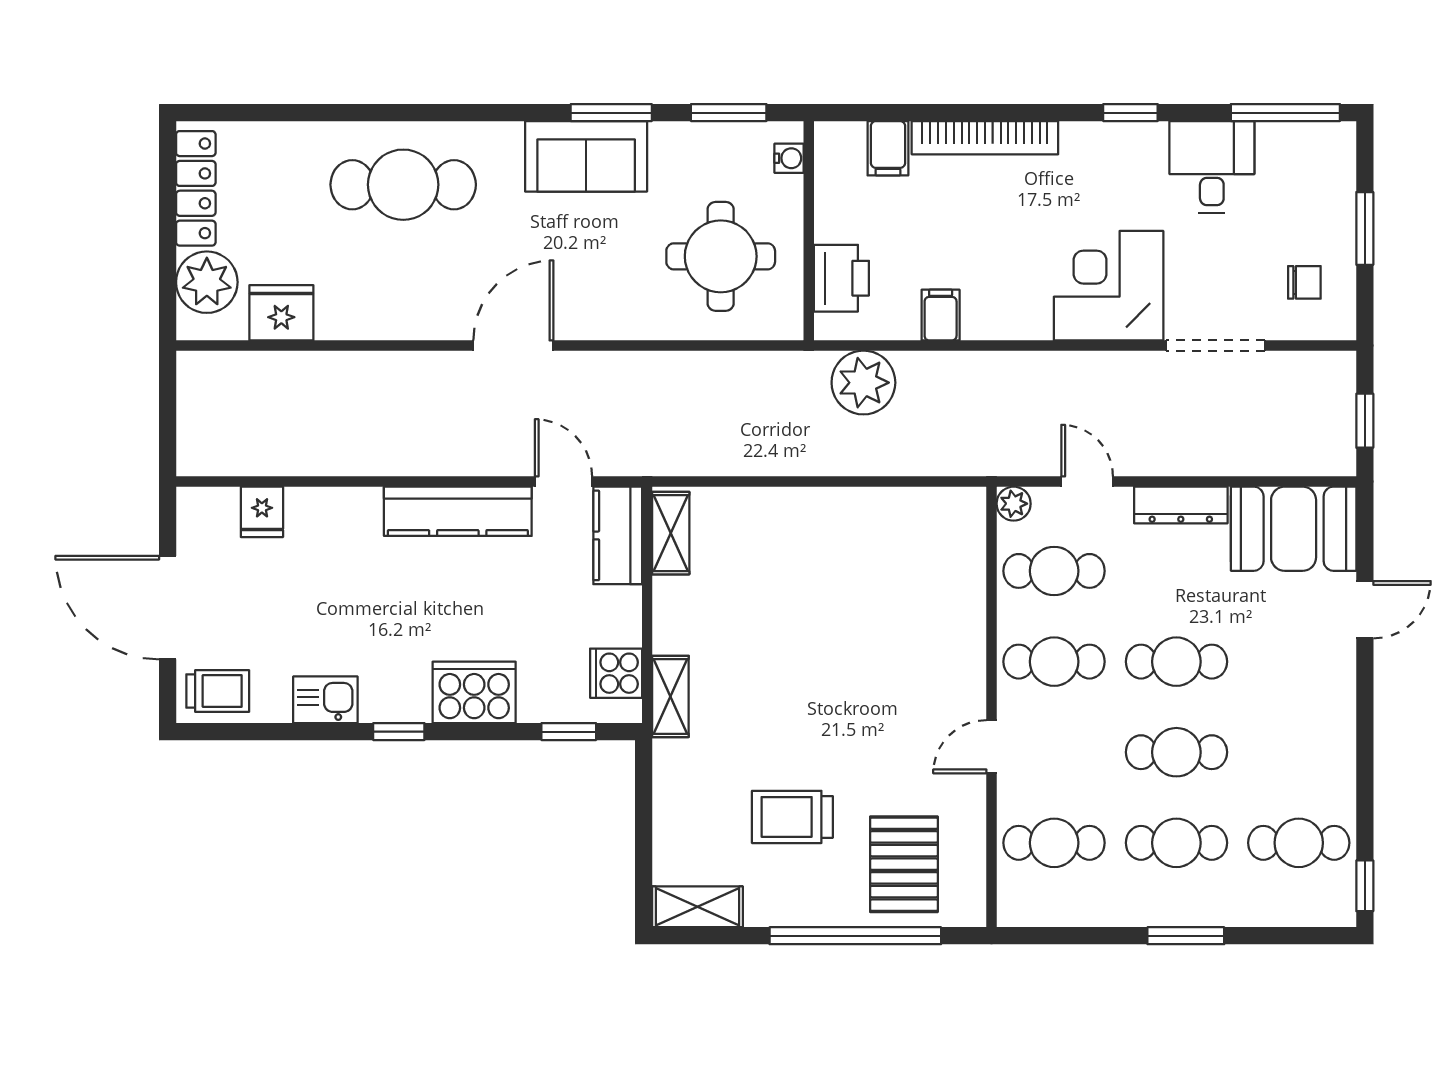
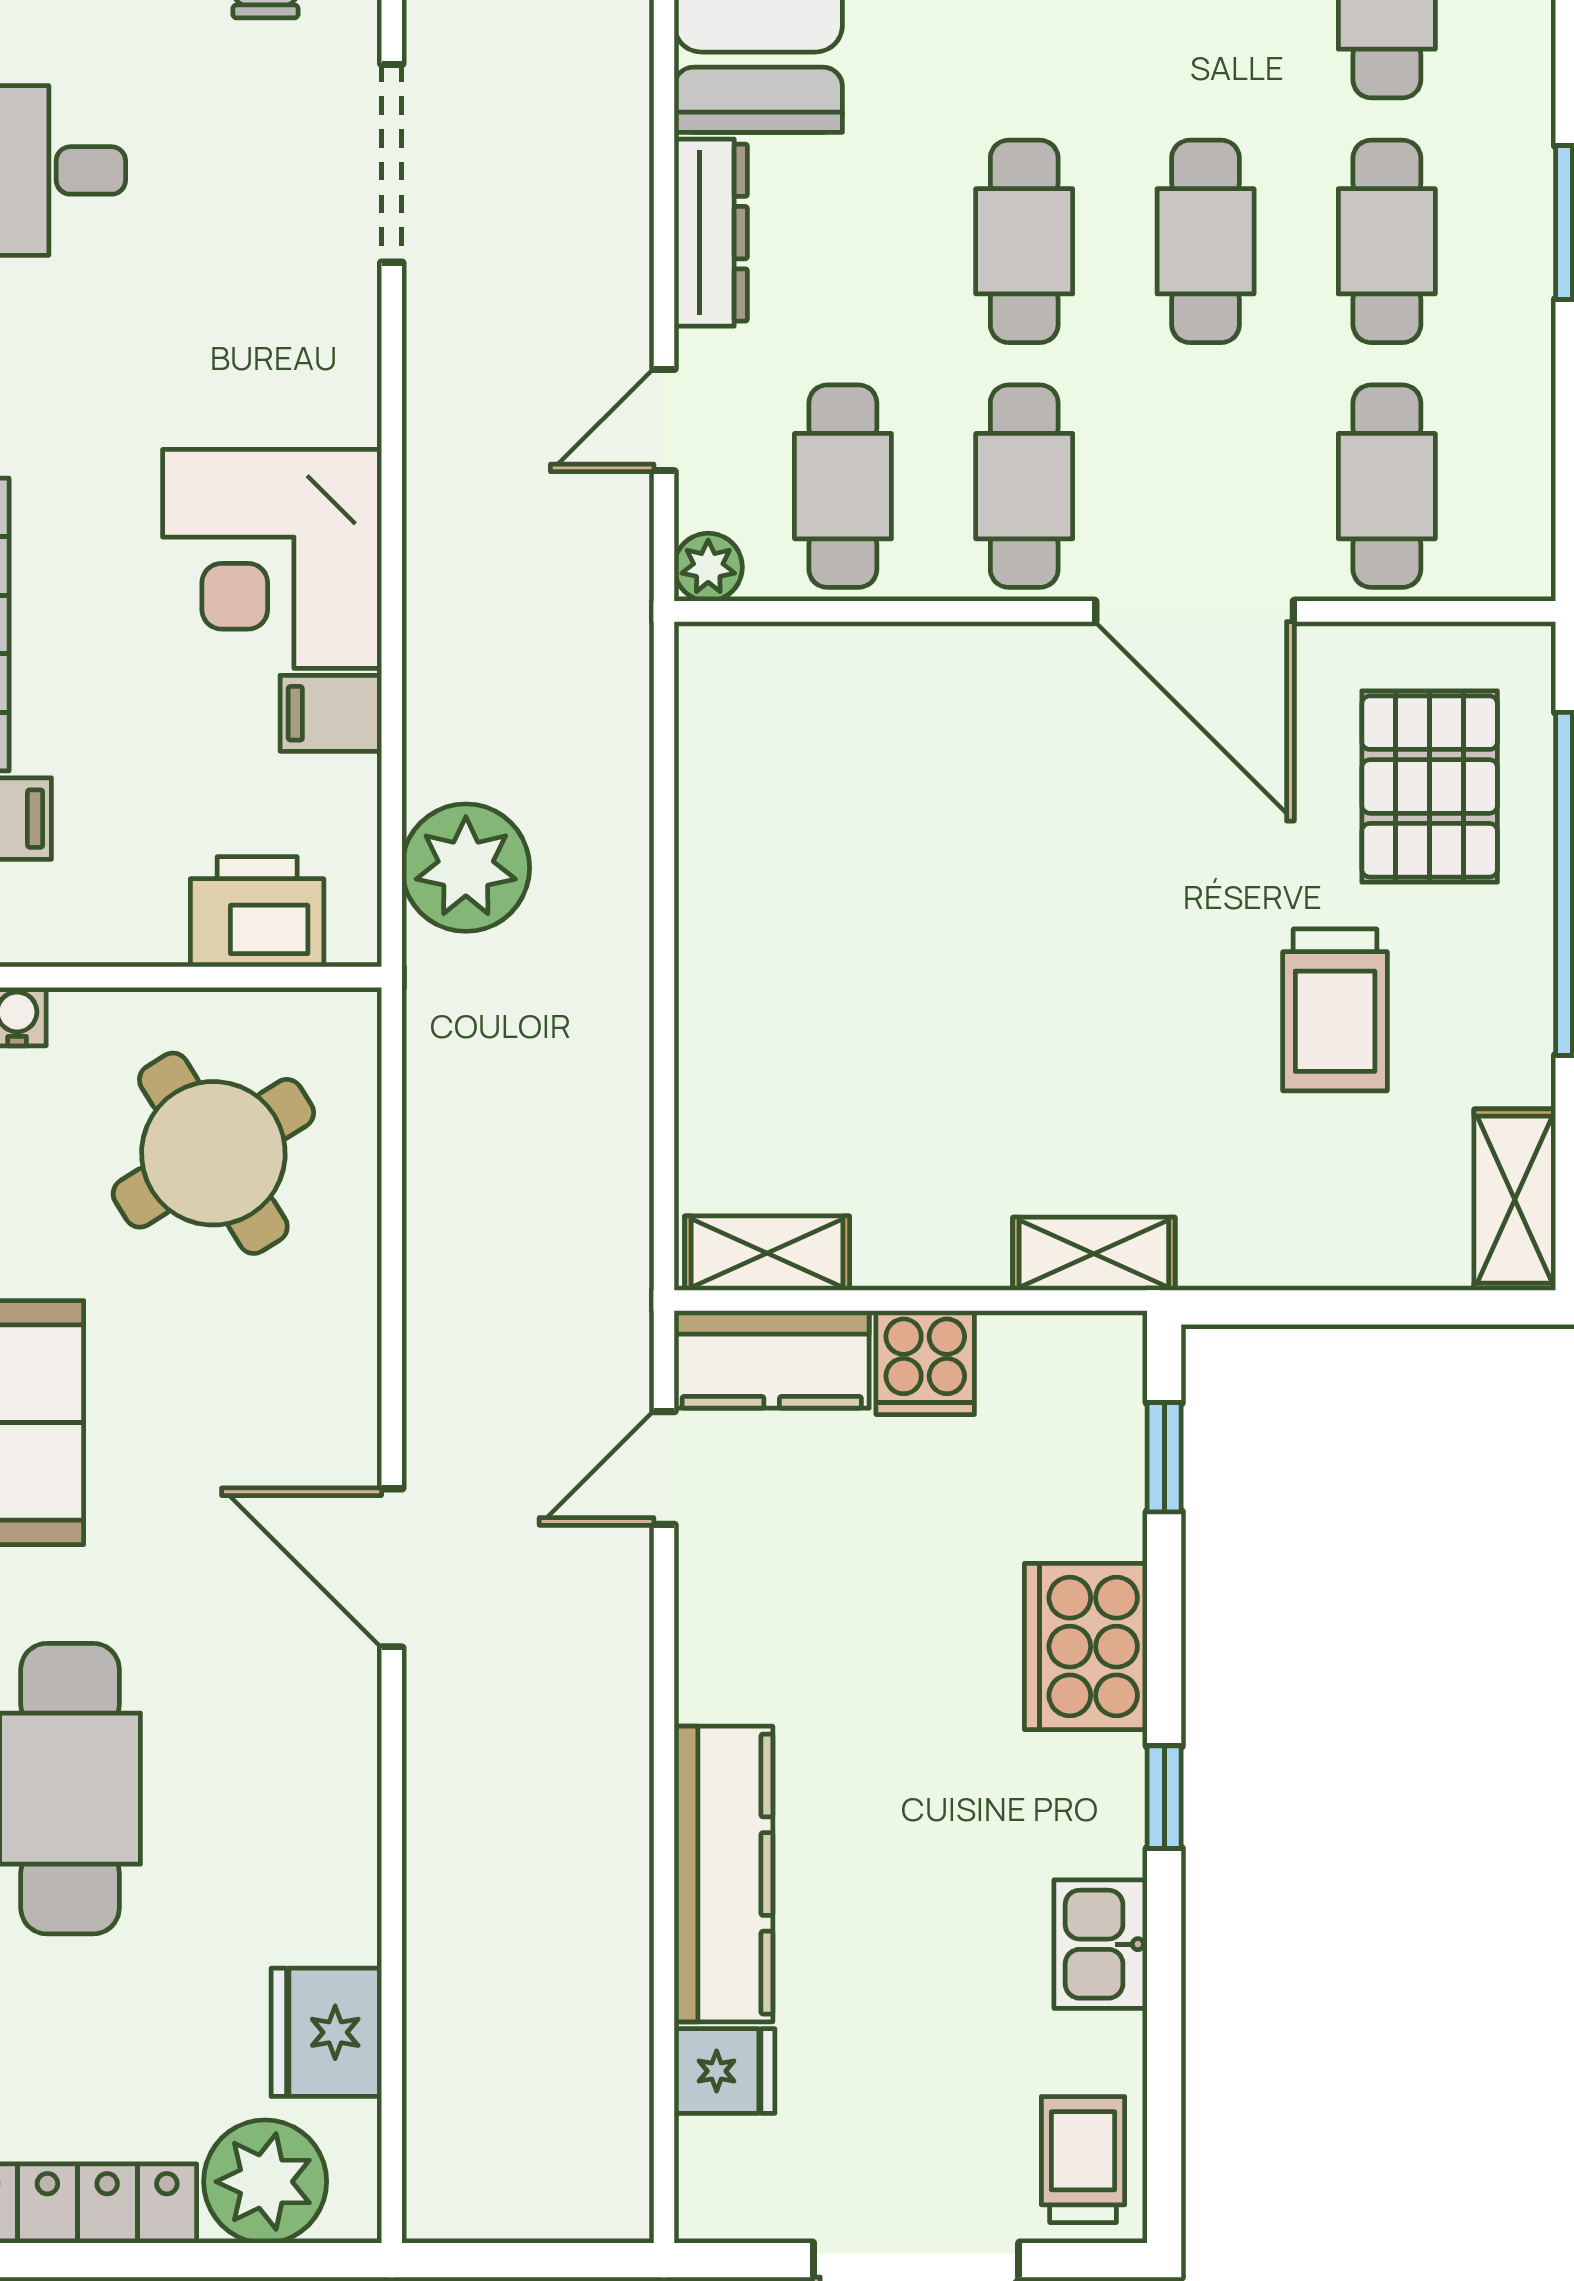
round table: (721, 256) -> (213, 1153), turned -32
corner desk: (1109, 286) -> (272, 559), moved
kitchen counter: (458, 511) -> (724, 1874), moved
cooker: (616, 673) -> (925, 1363), moved
door: (991, 747) -> (1195, 611), width x1.88
pallet: (904, 864) -> (1430, 786), turned 90

